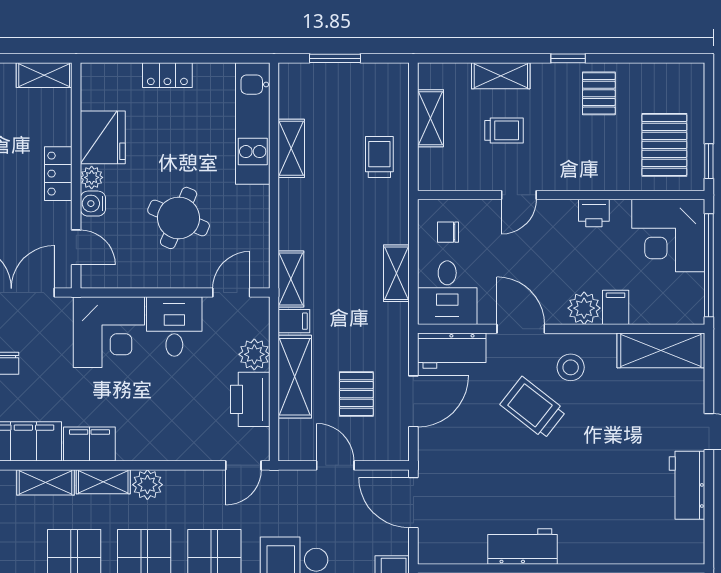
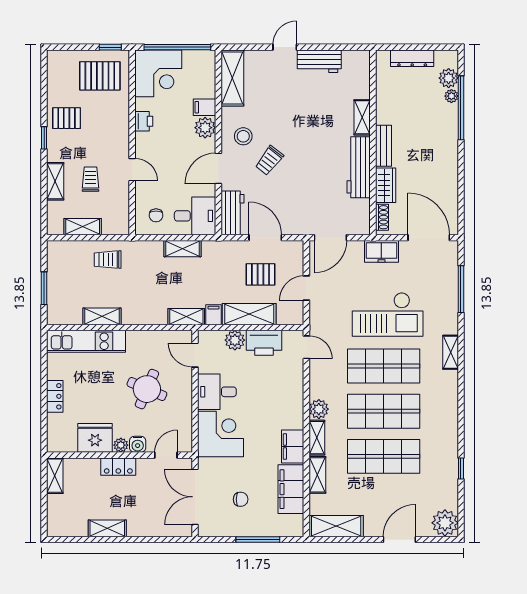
trolley: (533, 408) -> (269, 160), width x0.73, depth x0.72
workbench: (523, 546) -> (359, 167), width x1.37
shelving: (600, 552) -> (362, 117), added

